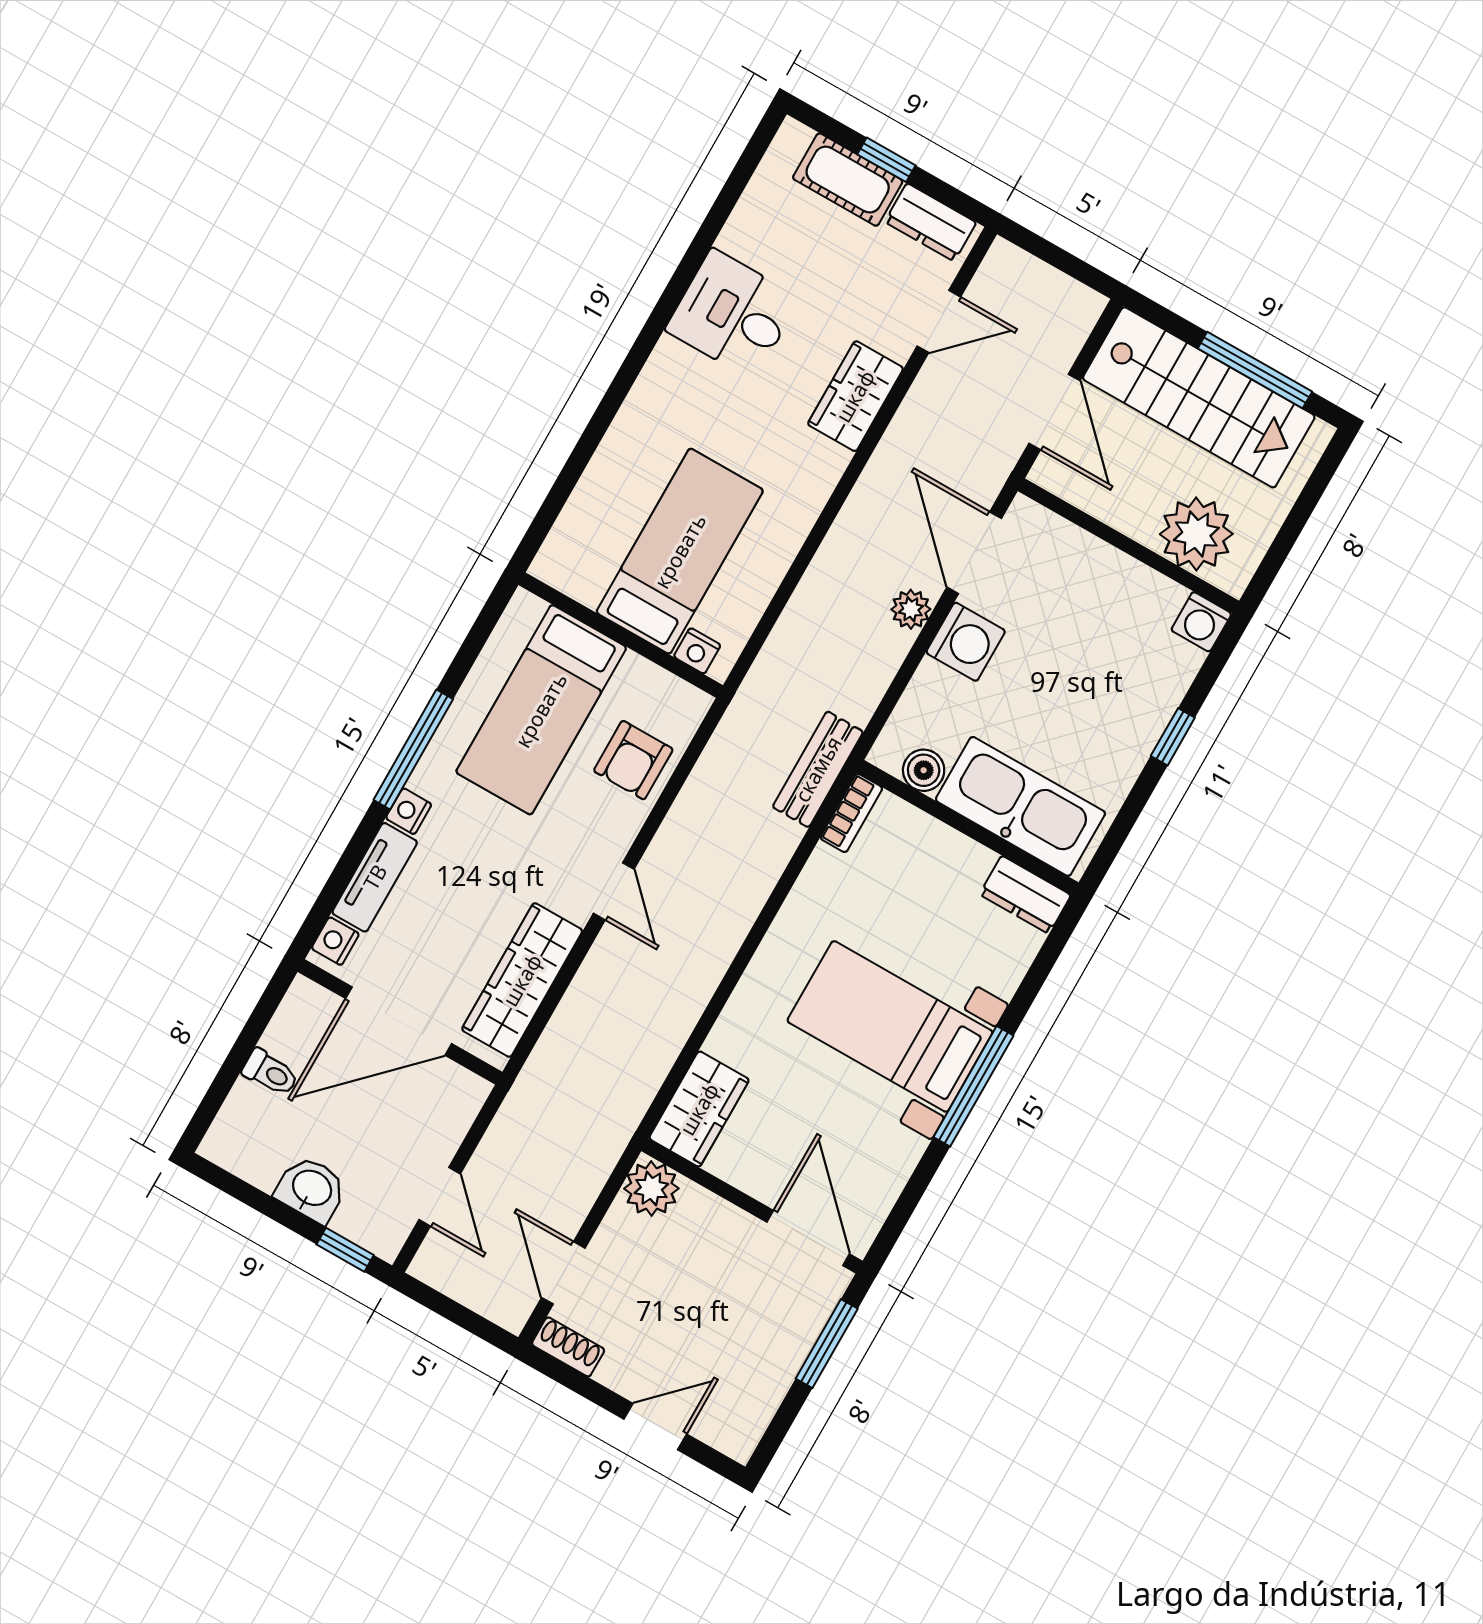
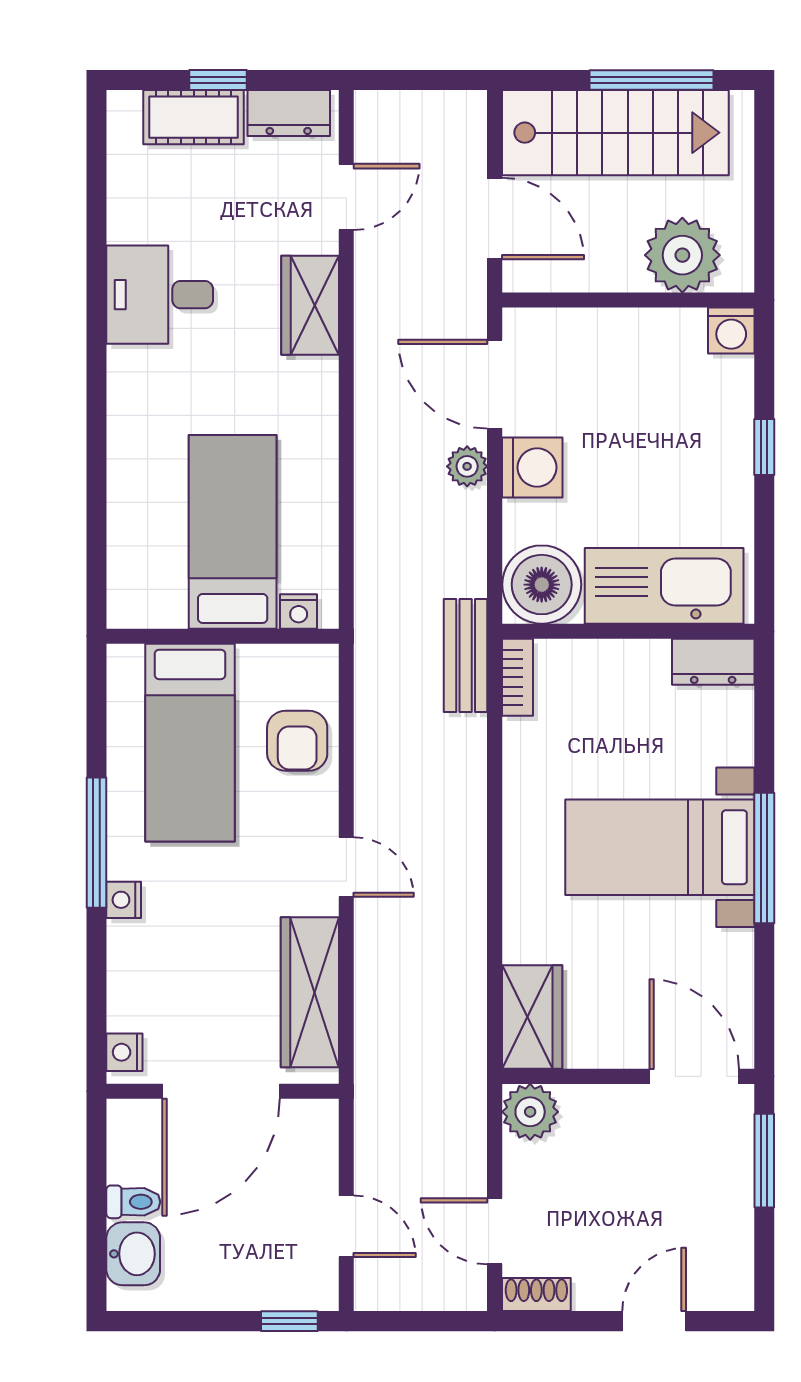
boiler: (924, 770) -> (542, 585), width x1.86, depth x1.86
tv unit: (375, 877) -> (127, 976), removed
washbasin: (311, 1189) -> (133, 1254), moved, turned 90

